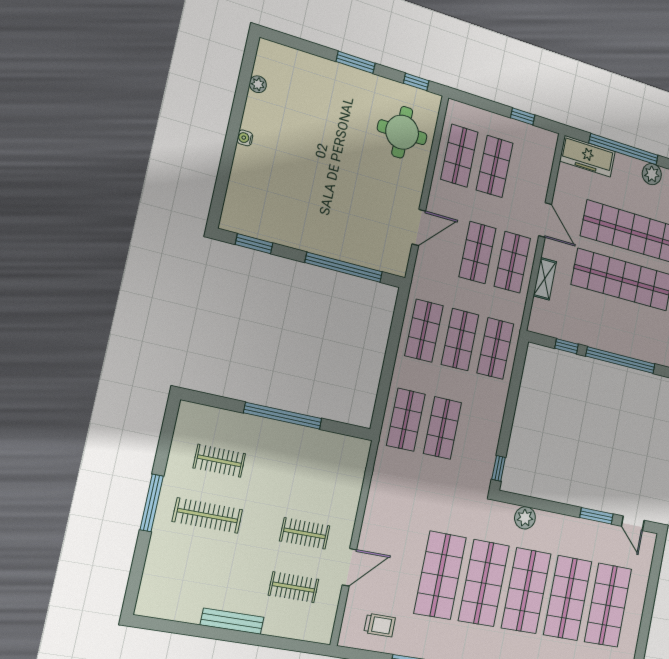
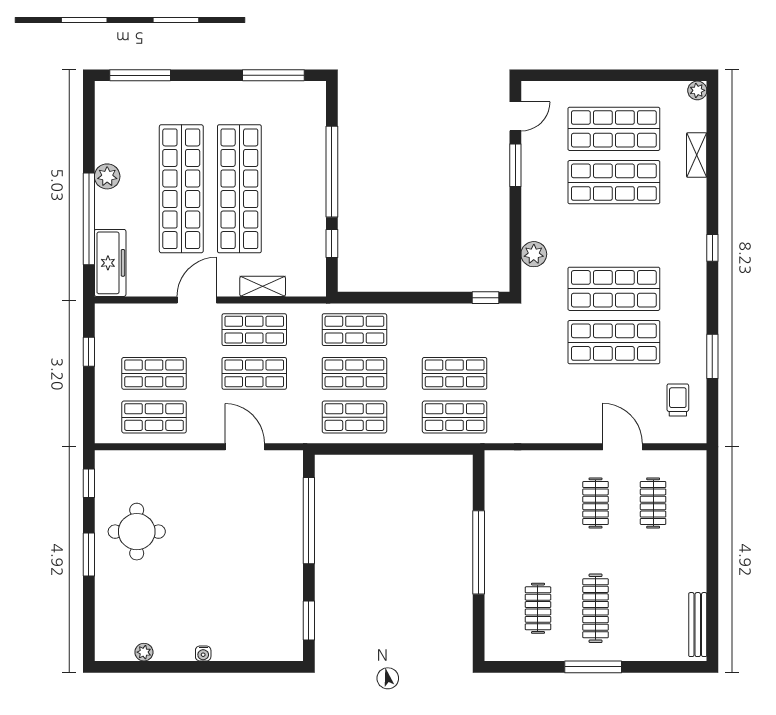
round table: (402, 132) -> (137, 532), moved
shop shelf: (526, 591) -> (614, 235), removed
bench: (232, 621) -> (698, 625), moved

